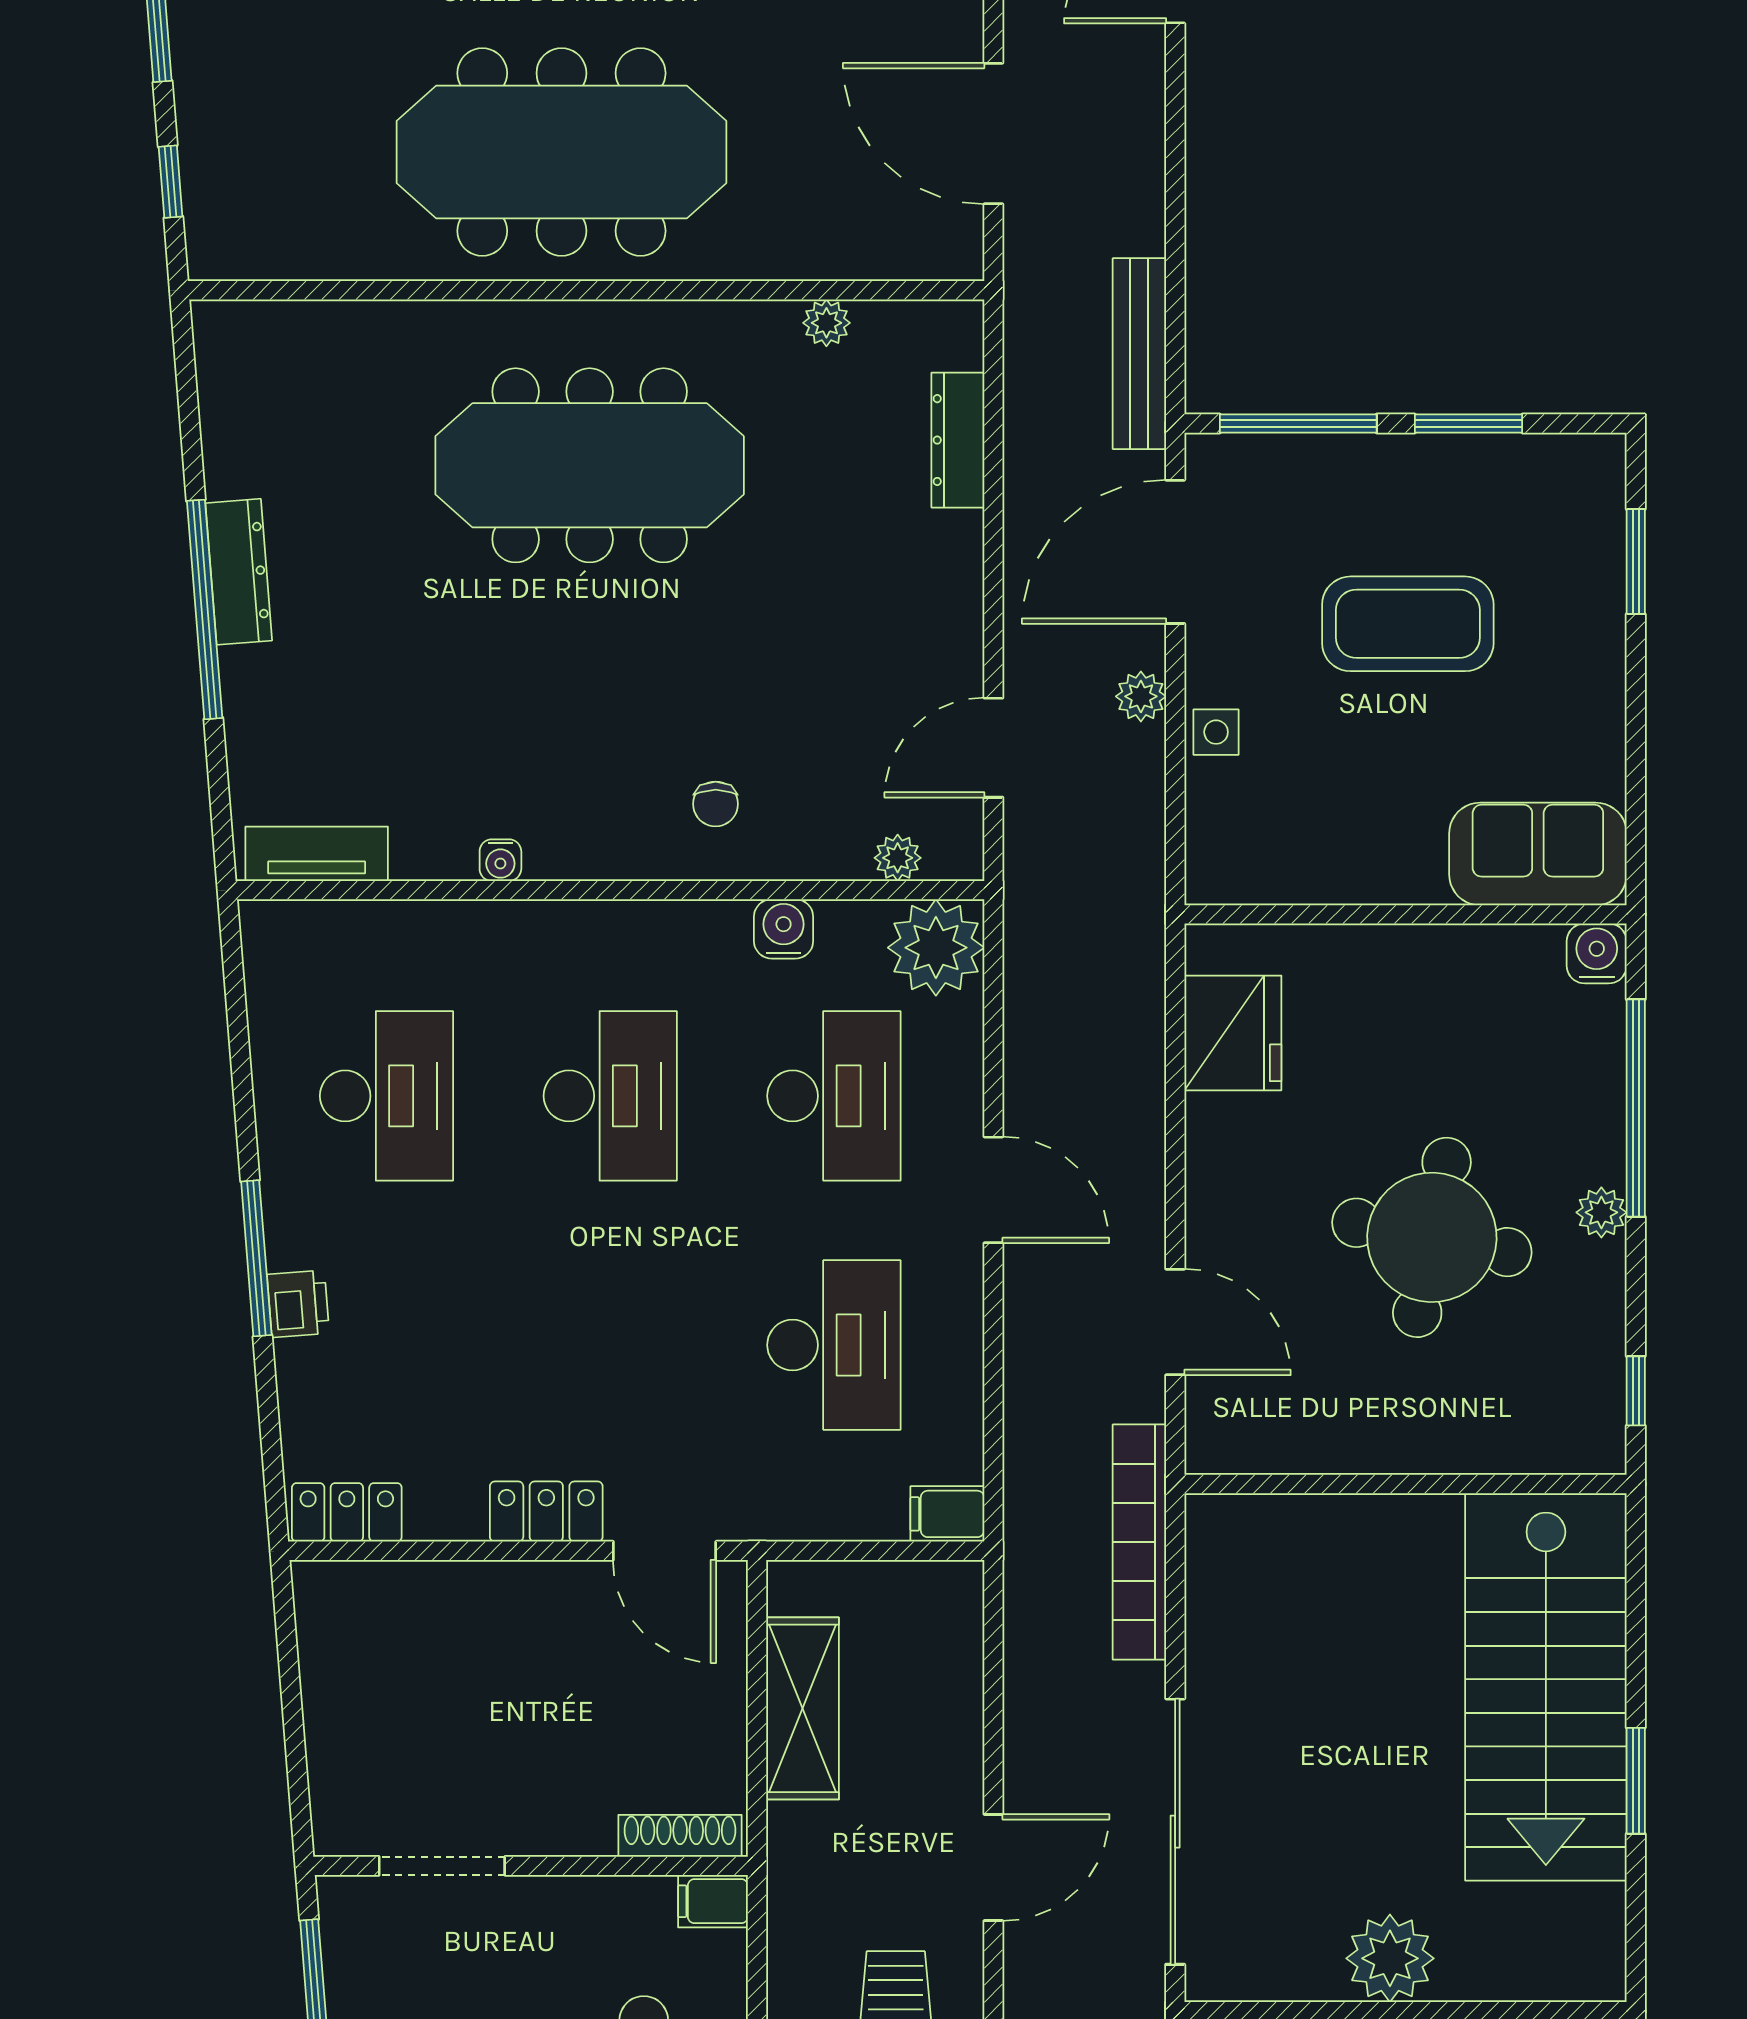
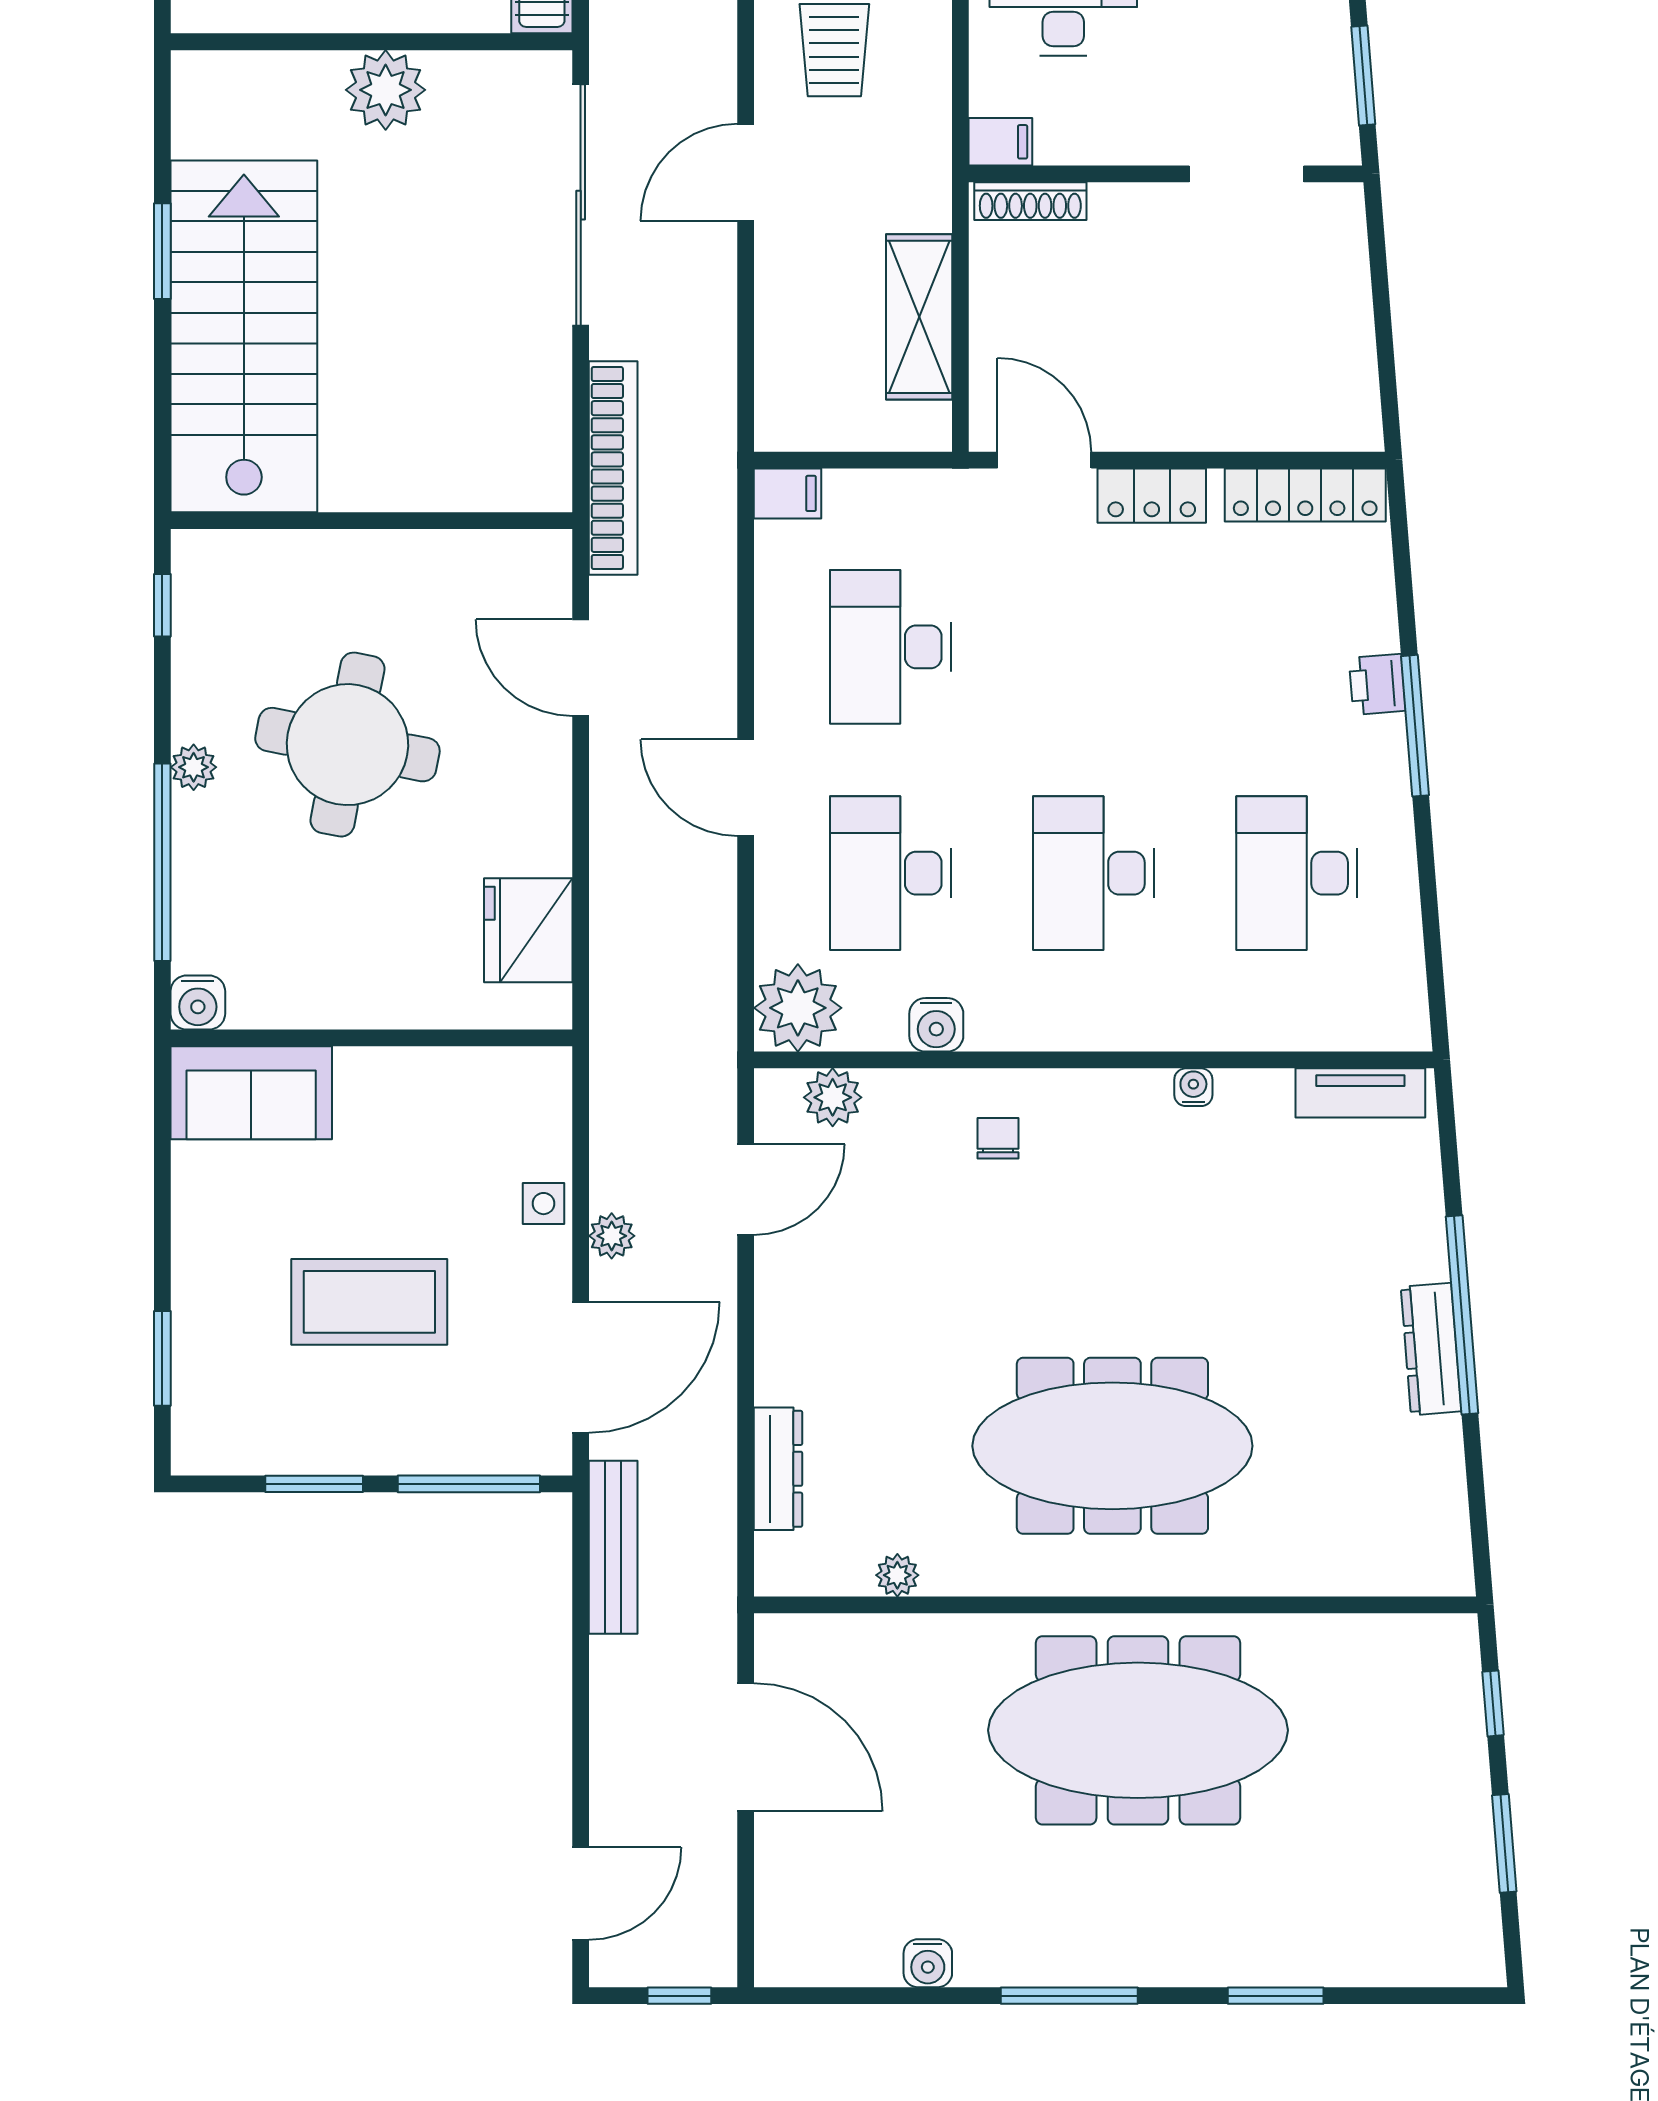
plant: (898, 858) -> (833, 1097), width x1.38, depth x1.38
locker: (347, 1512) -> (1305, 495), width x1.53

